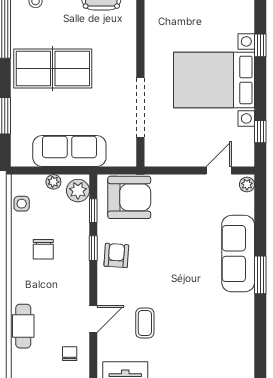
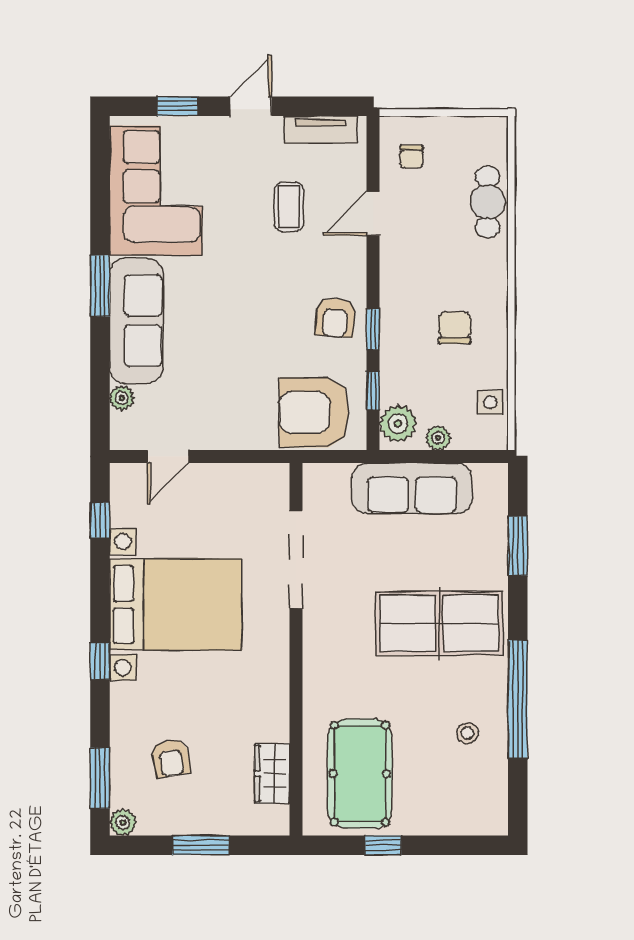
plant: (247, 185) -> (122, 398), moved
corner sofa: (226, 333) -> (156, 191), added

